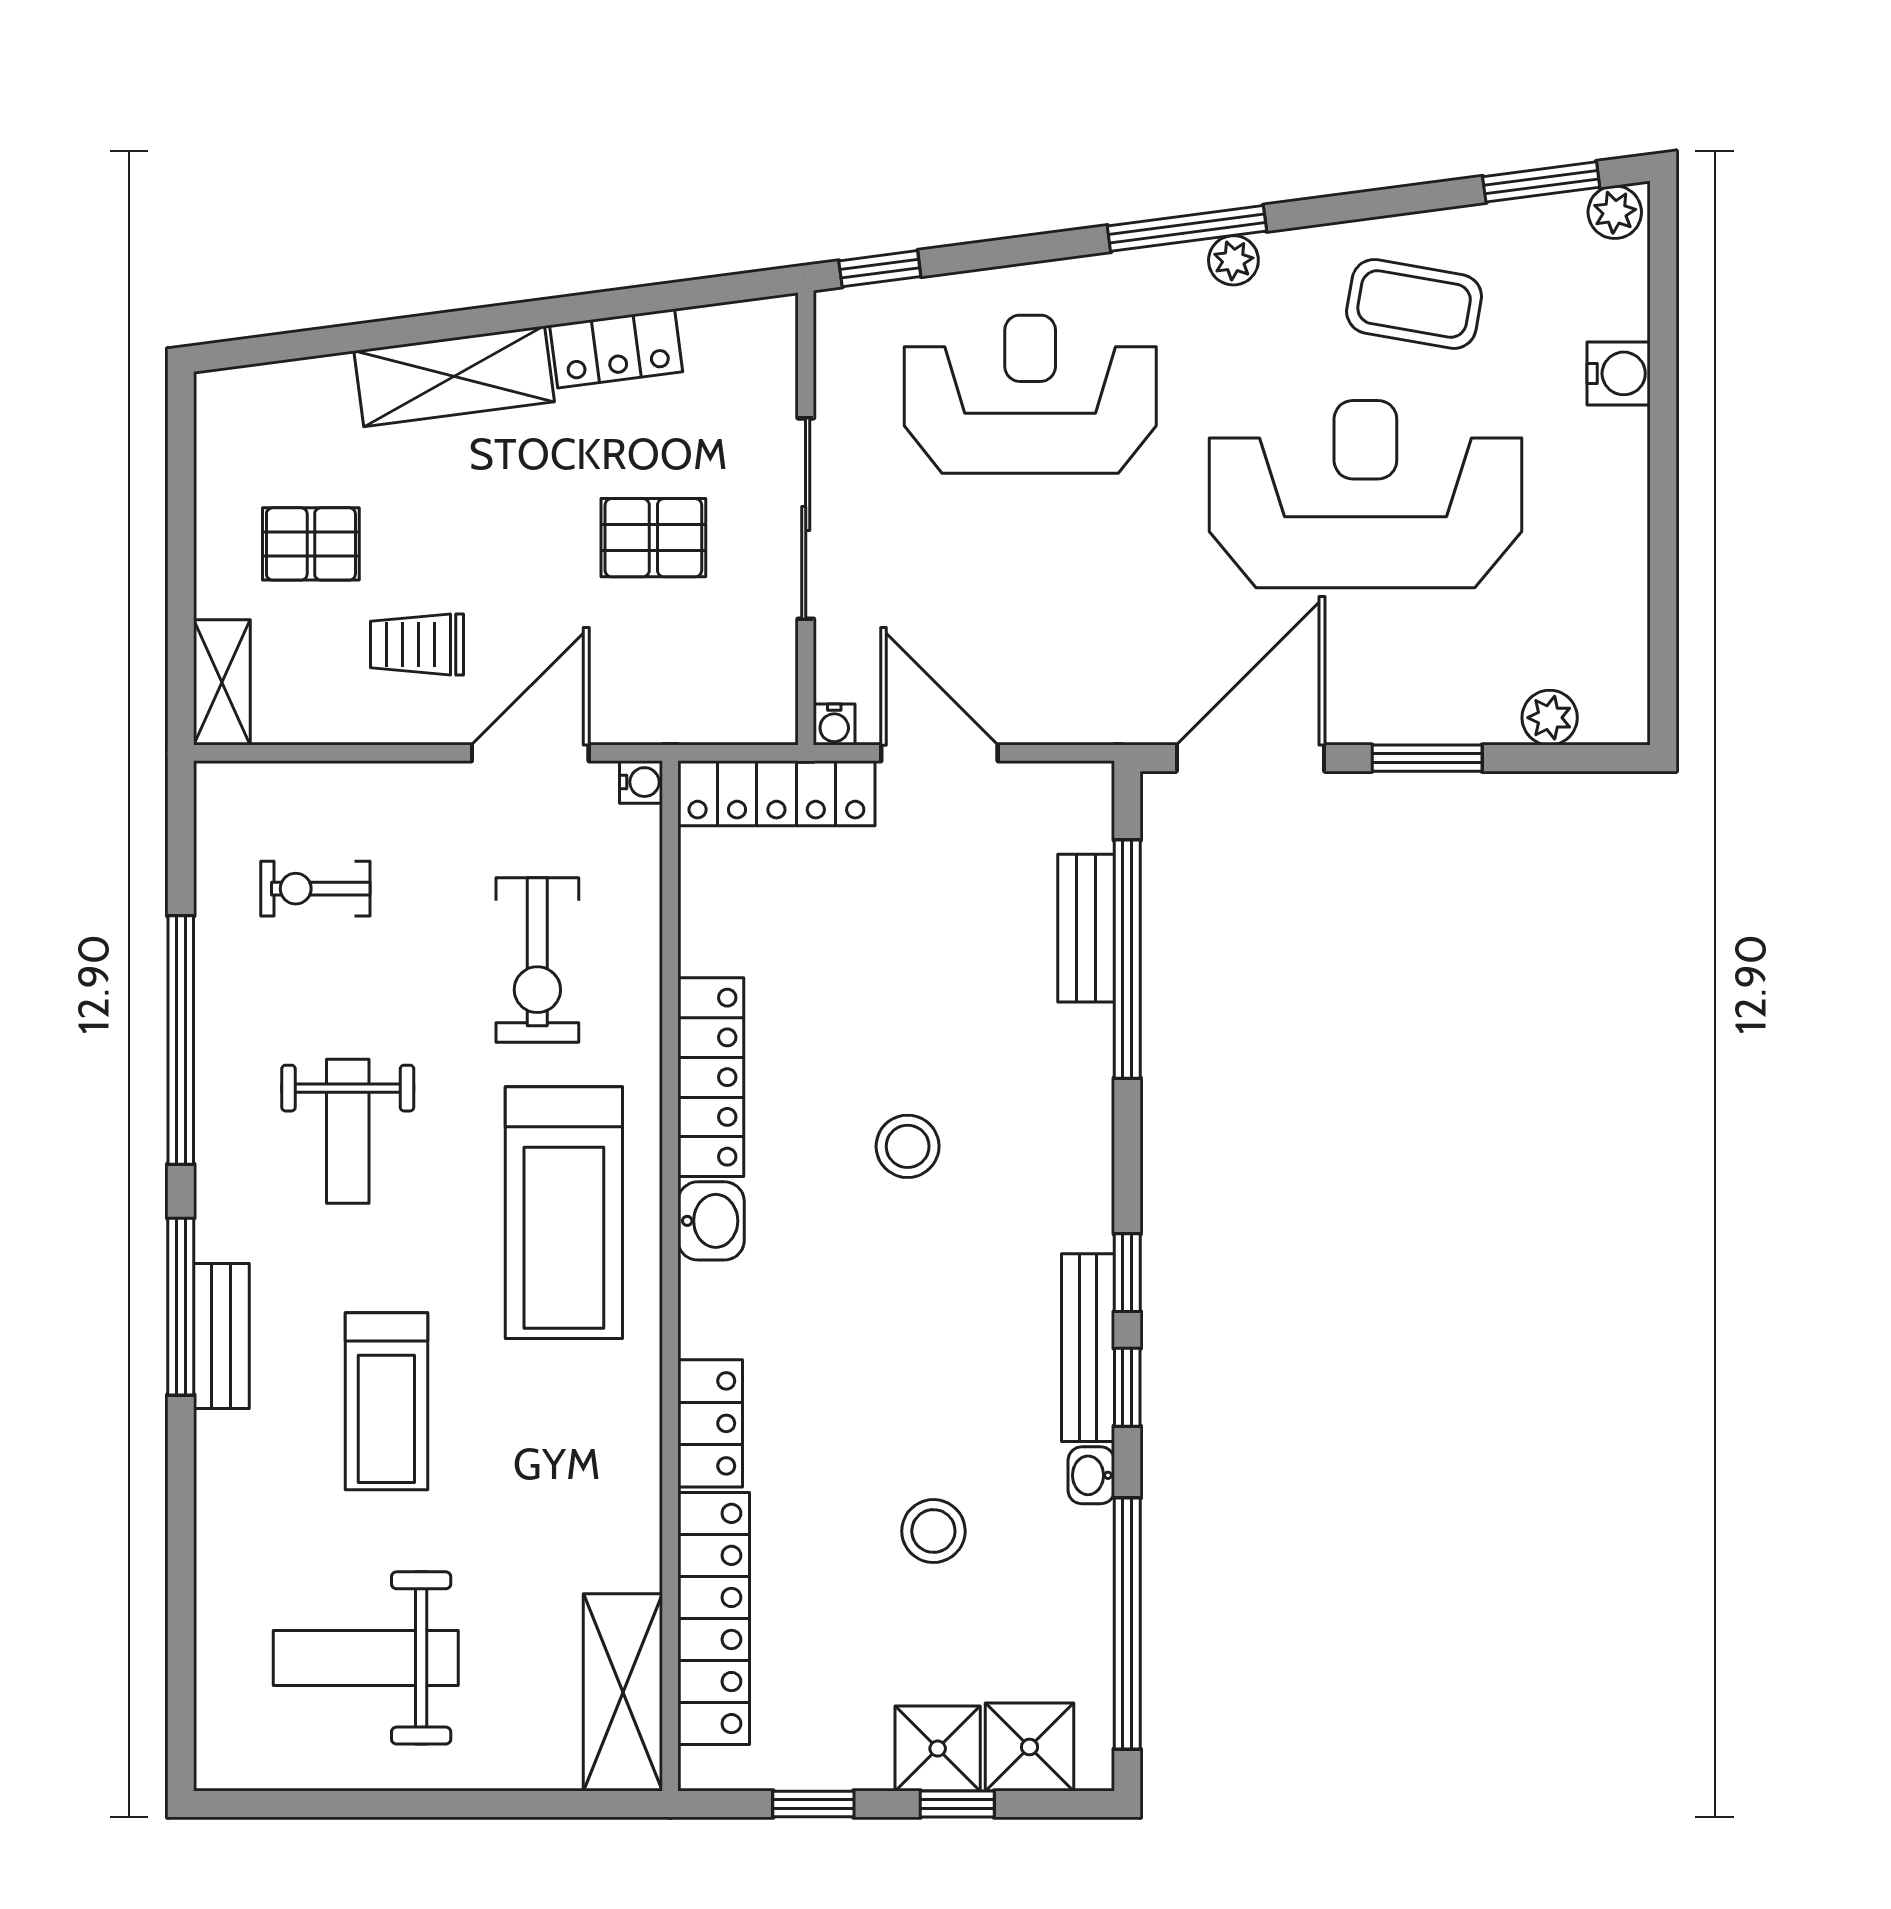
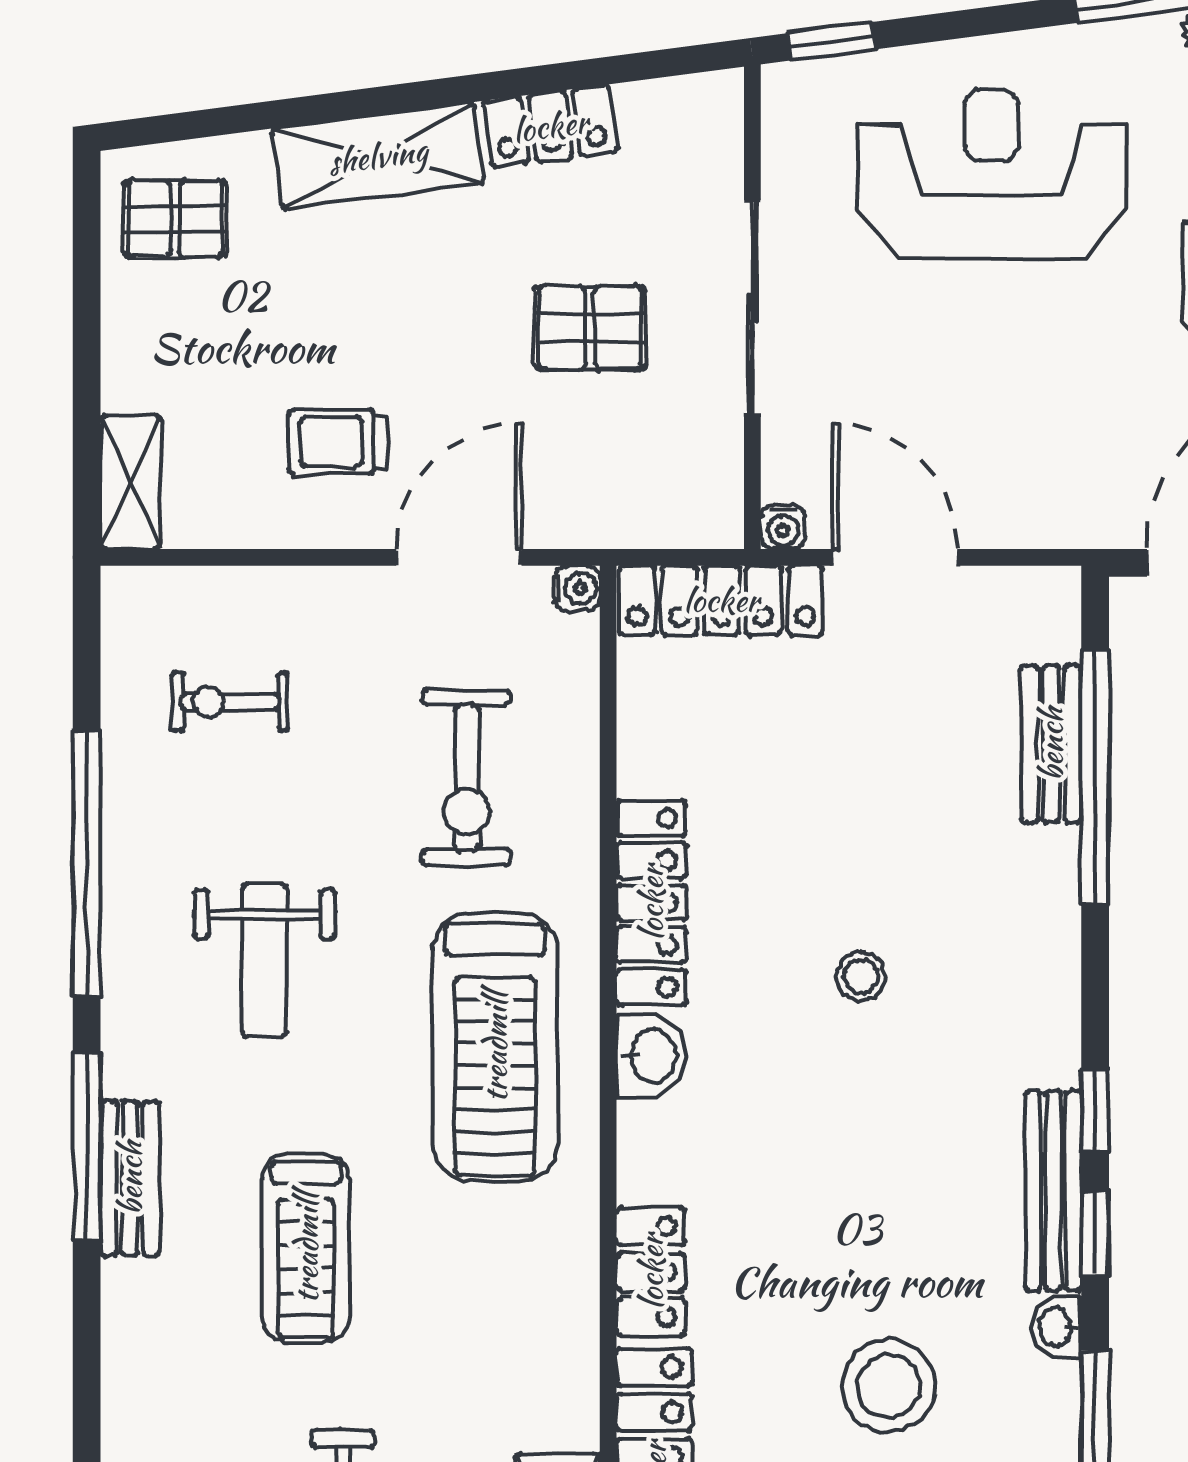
pallet: (311, 544) -> (175, 219), moved
stool: (908, 1146) -> (861, 976), width x0.73, depth x0.73
stool: (933, 1531) -> (889, 1386), width x1.38, depth x1.38

